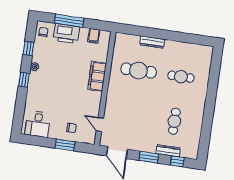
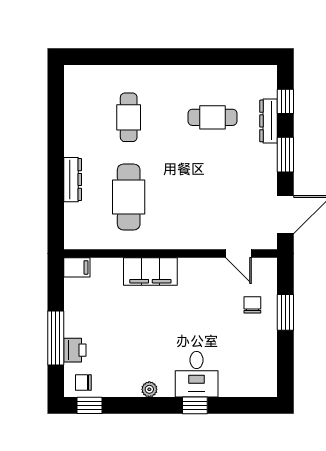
printer: (66, 34) -> (75, 350), width x0.53, depth x0.68
filing cabinet: (94, 36) -> (77, 267), moved
window: (28, 48) -> (89, 405), moved
window: (24, 80) -> (195, 405), moved
desk: (38, 124) -> (197, 374), moved, turned 90
door: (100, 125) -> (238, 254), hinge flipped

